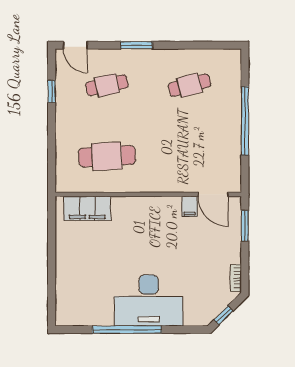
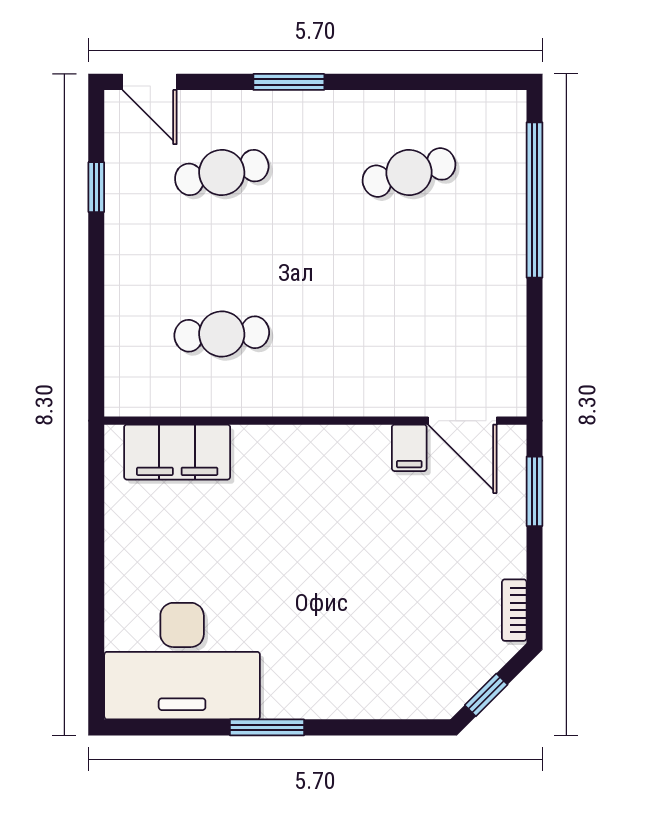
window: (245, 121) -> (535, 200), moved
cafe table: (107, 156) -> (222, 334), width x0.73, depth x0.74
desk: (149, 300) -> (182, 661), moved
window: (127, 330) -> (267, 727), width x0.47

